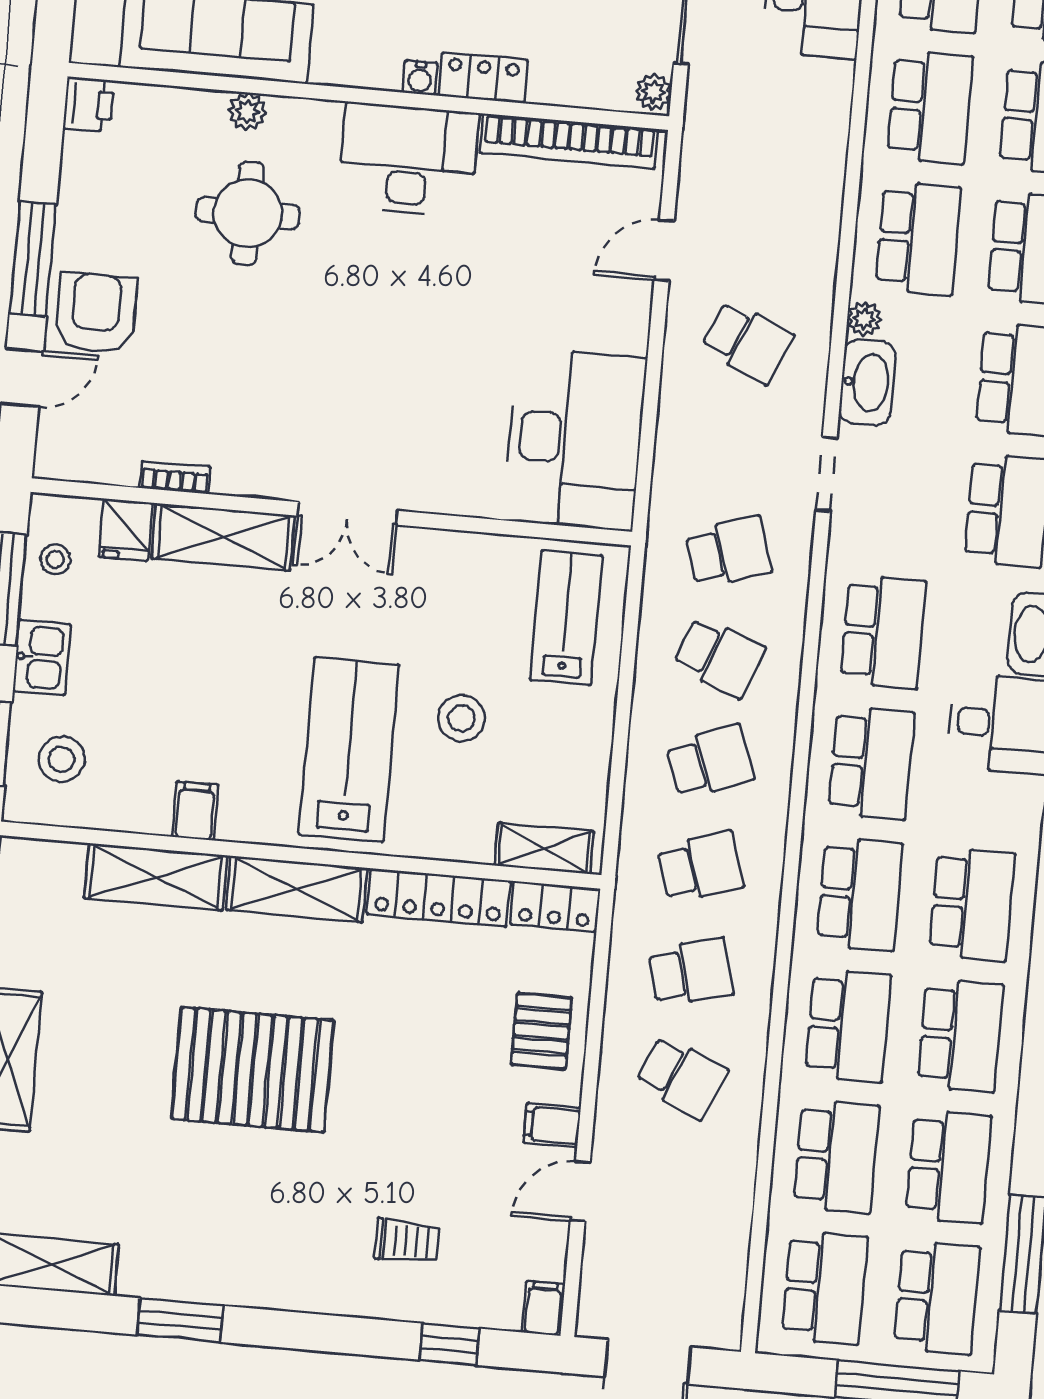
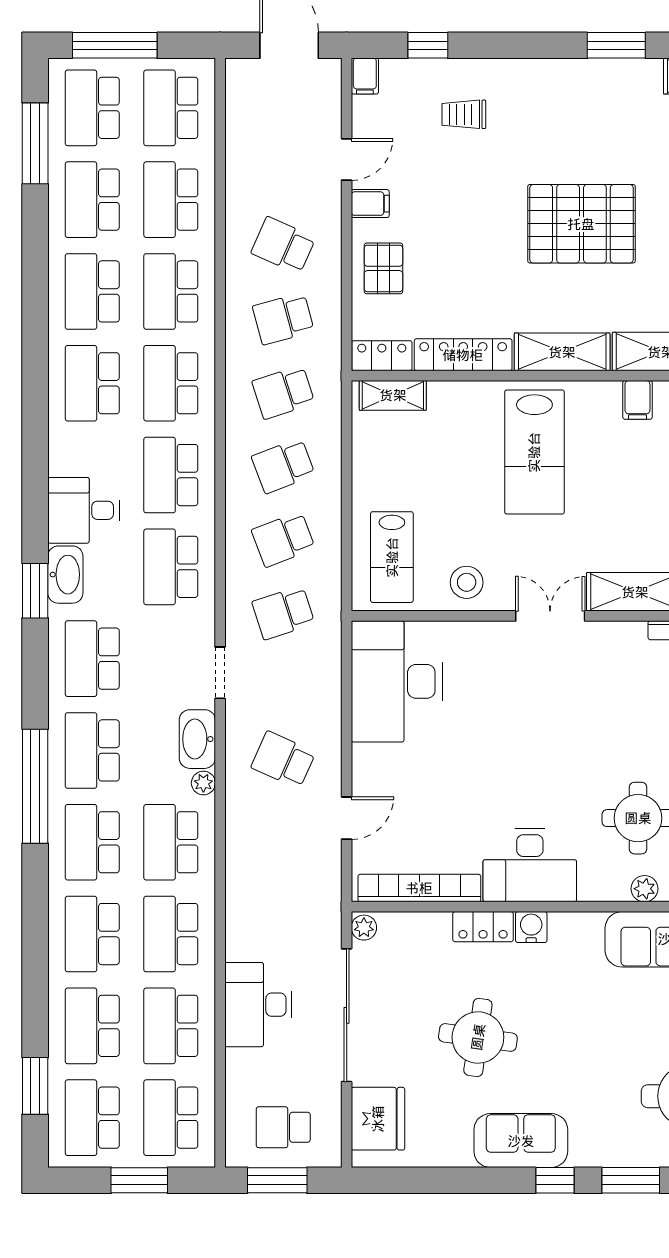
water cooler: (420, 78) -> (531, 927), width x1.38, depth x1.38
school desk: (719, 657) -> (283, 539), turned -42
stool: (462, 718) -> (467, 582), moved

